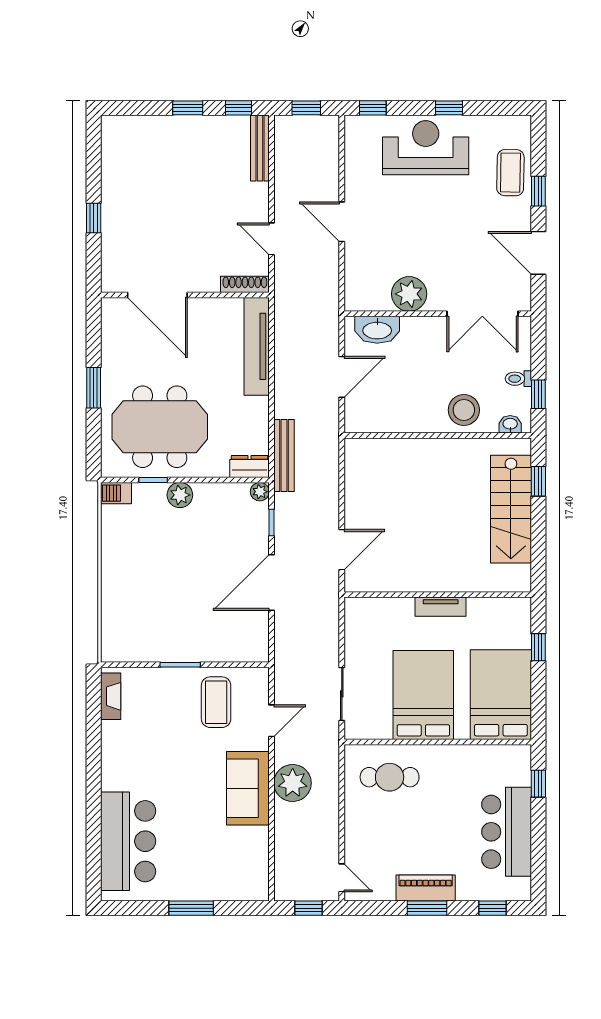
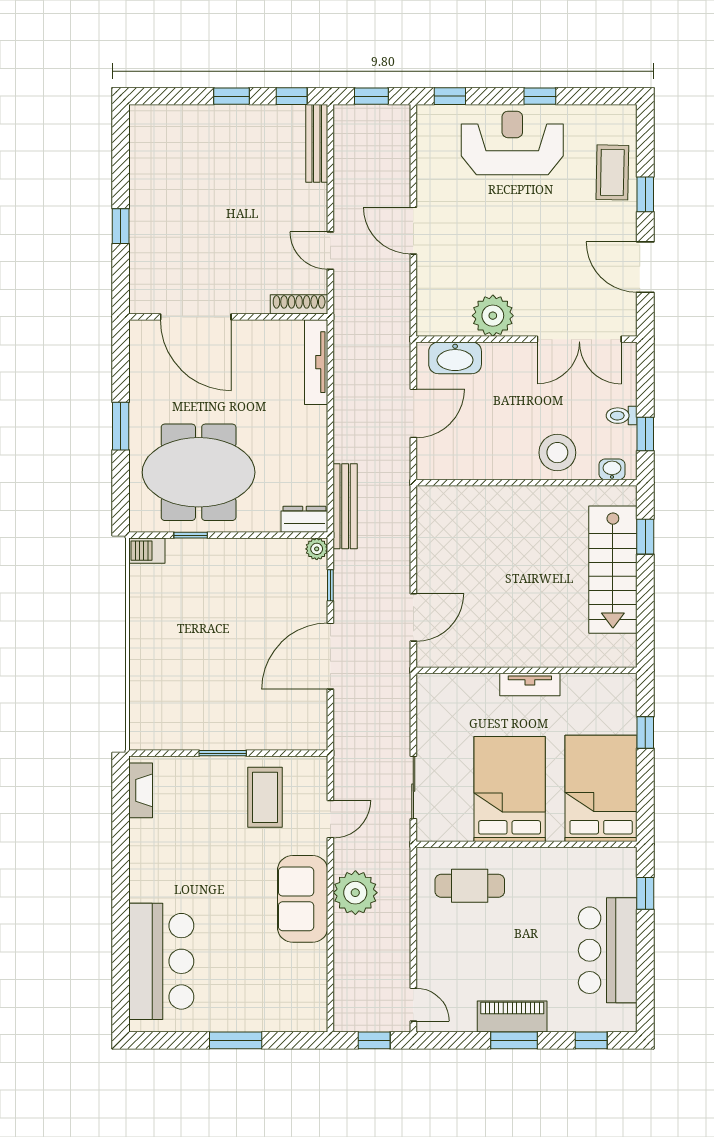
tv unit: (257, 346) -> (316, 362), width x0.73, depth x0.78
plant: (180, 495) -> (222, 553), removed

